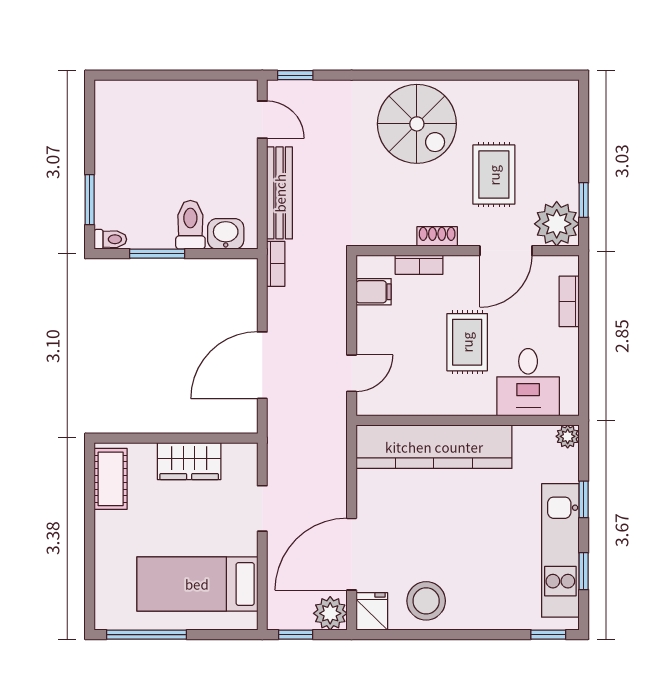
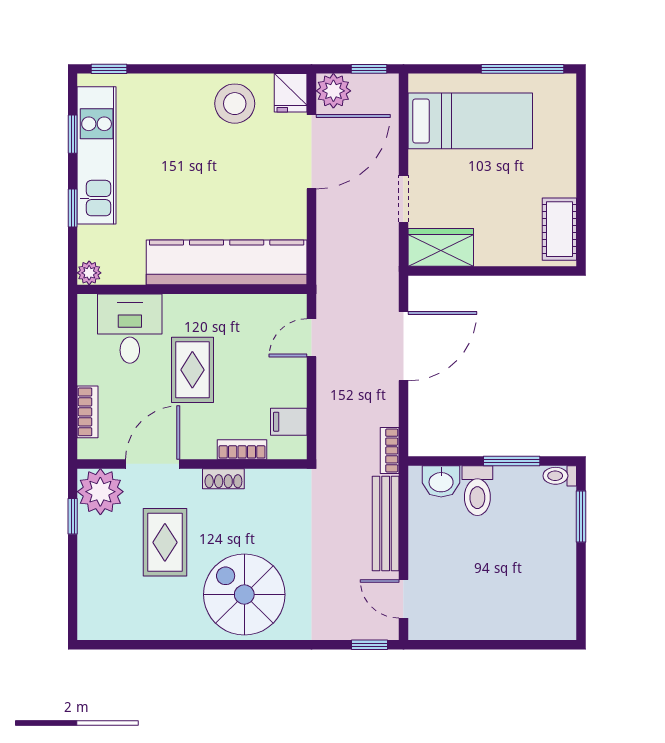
wardrobe: (189, 461) -> (441, 247), moved

